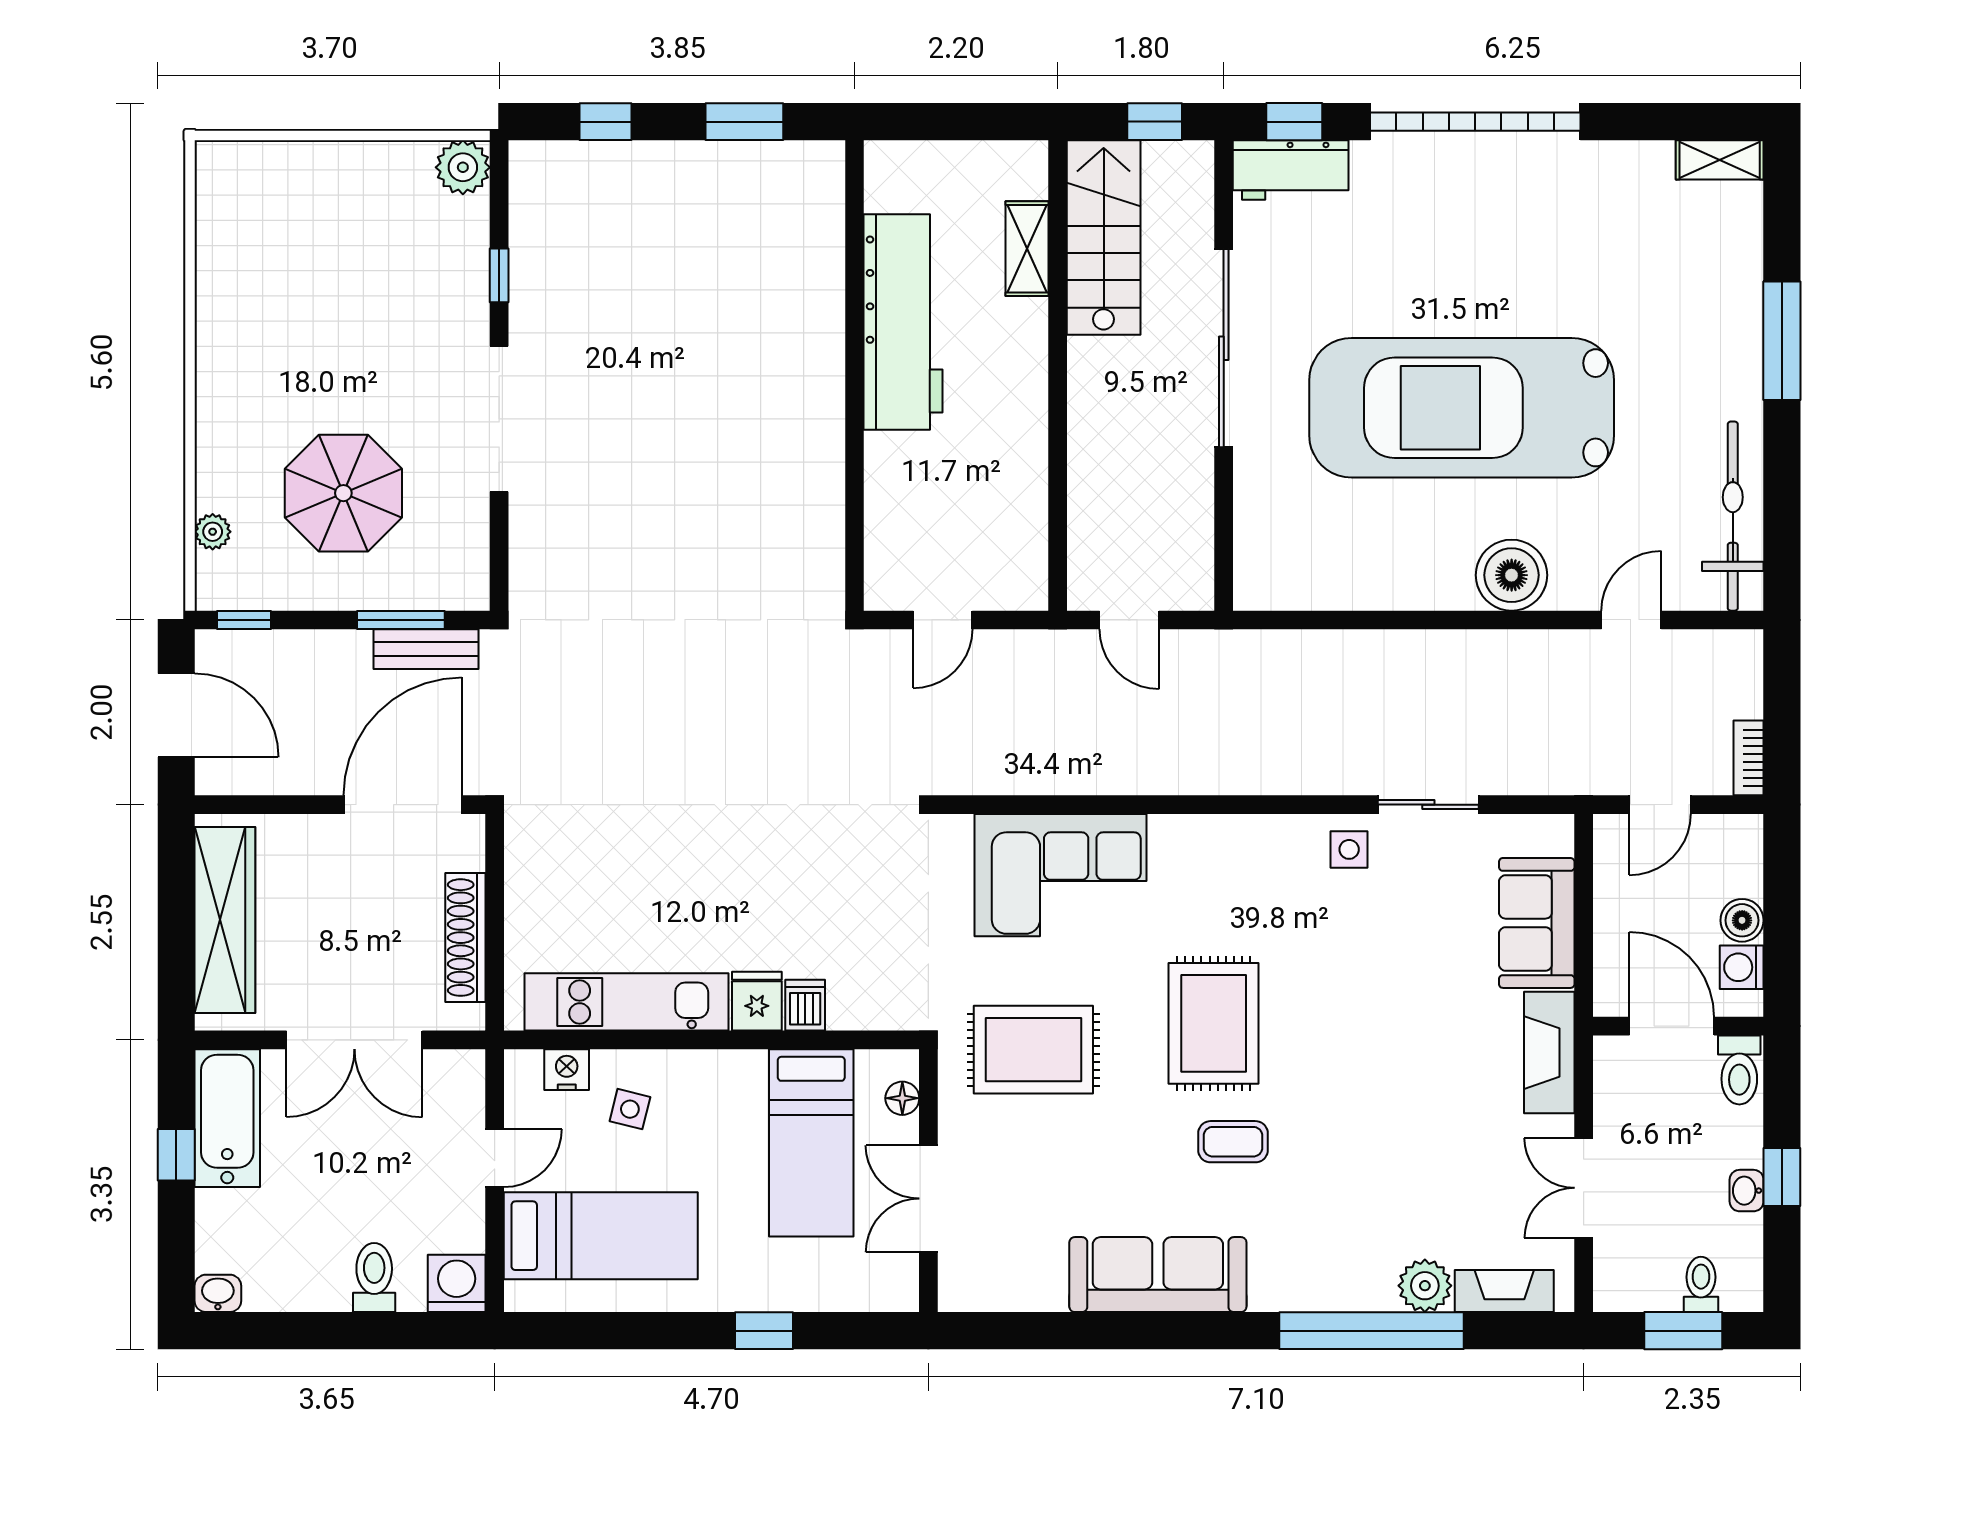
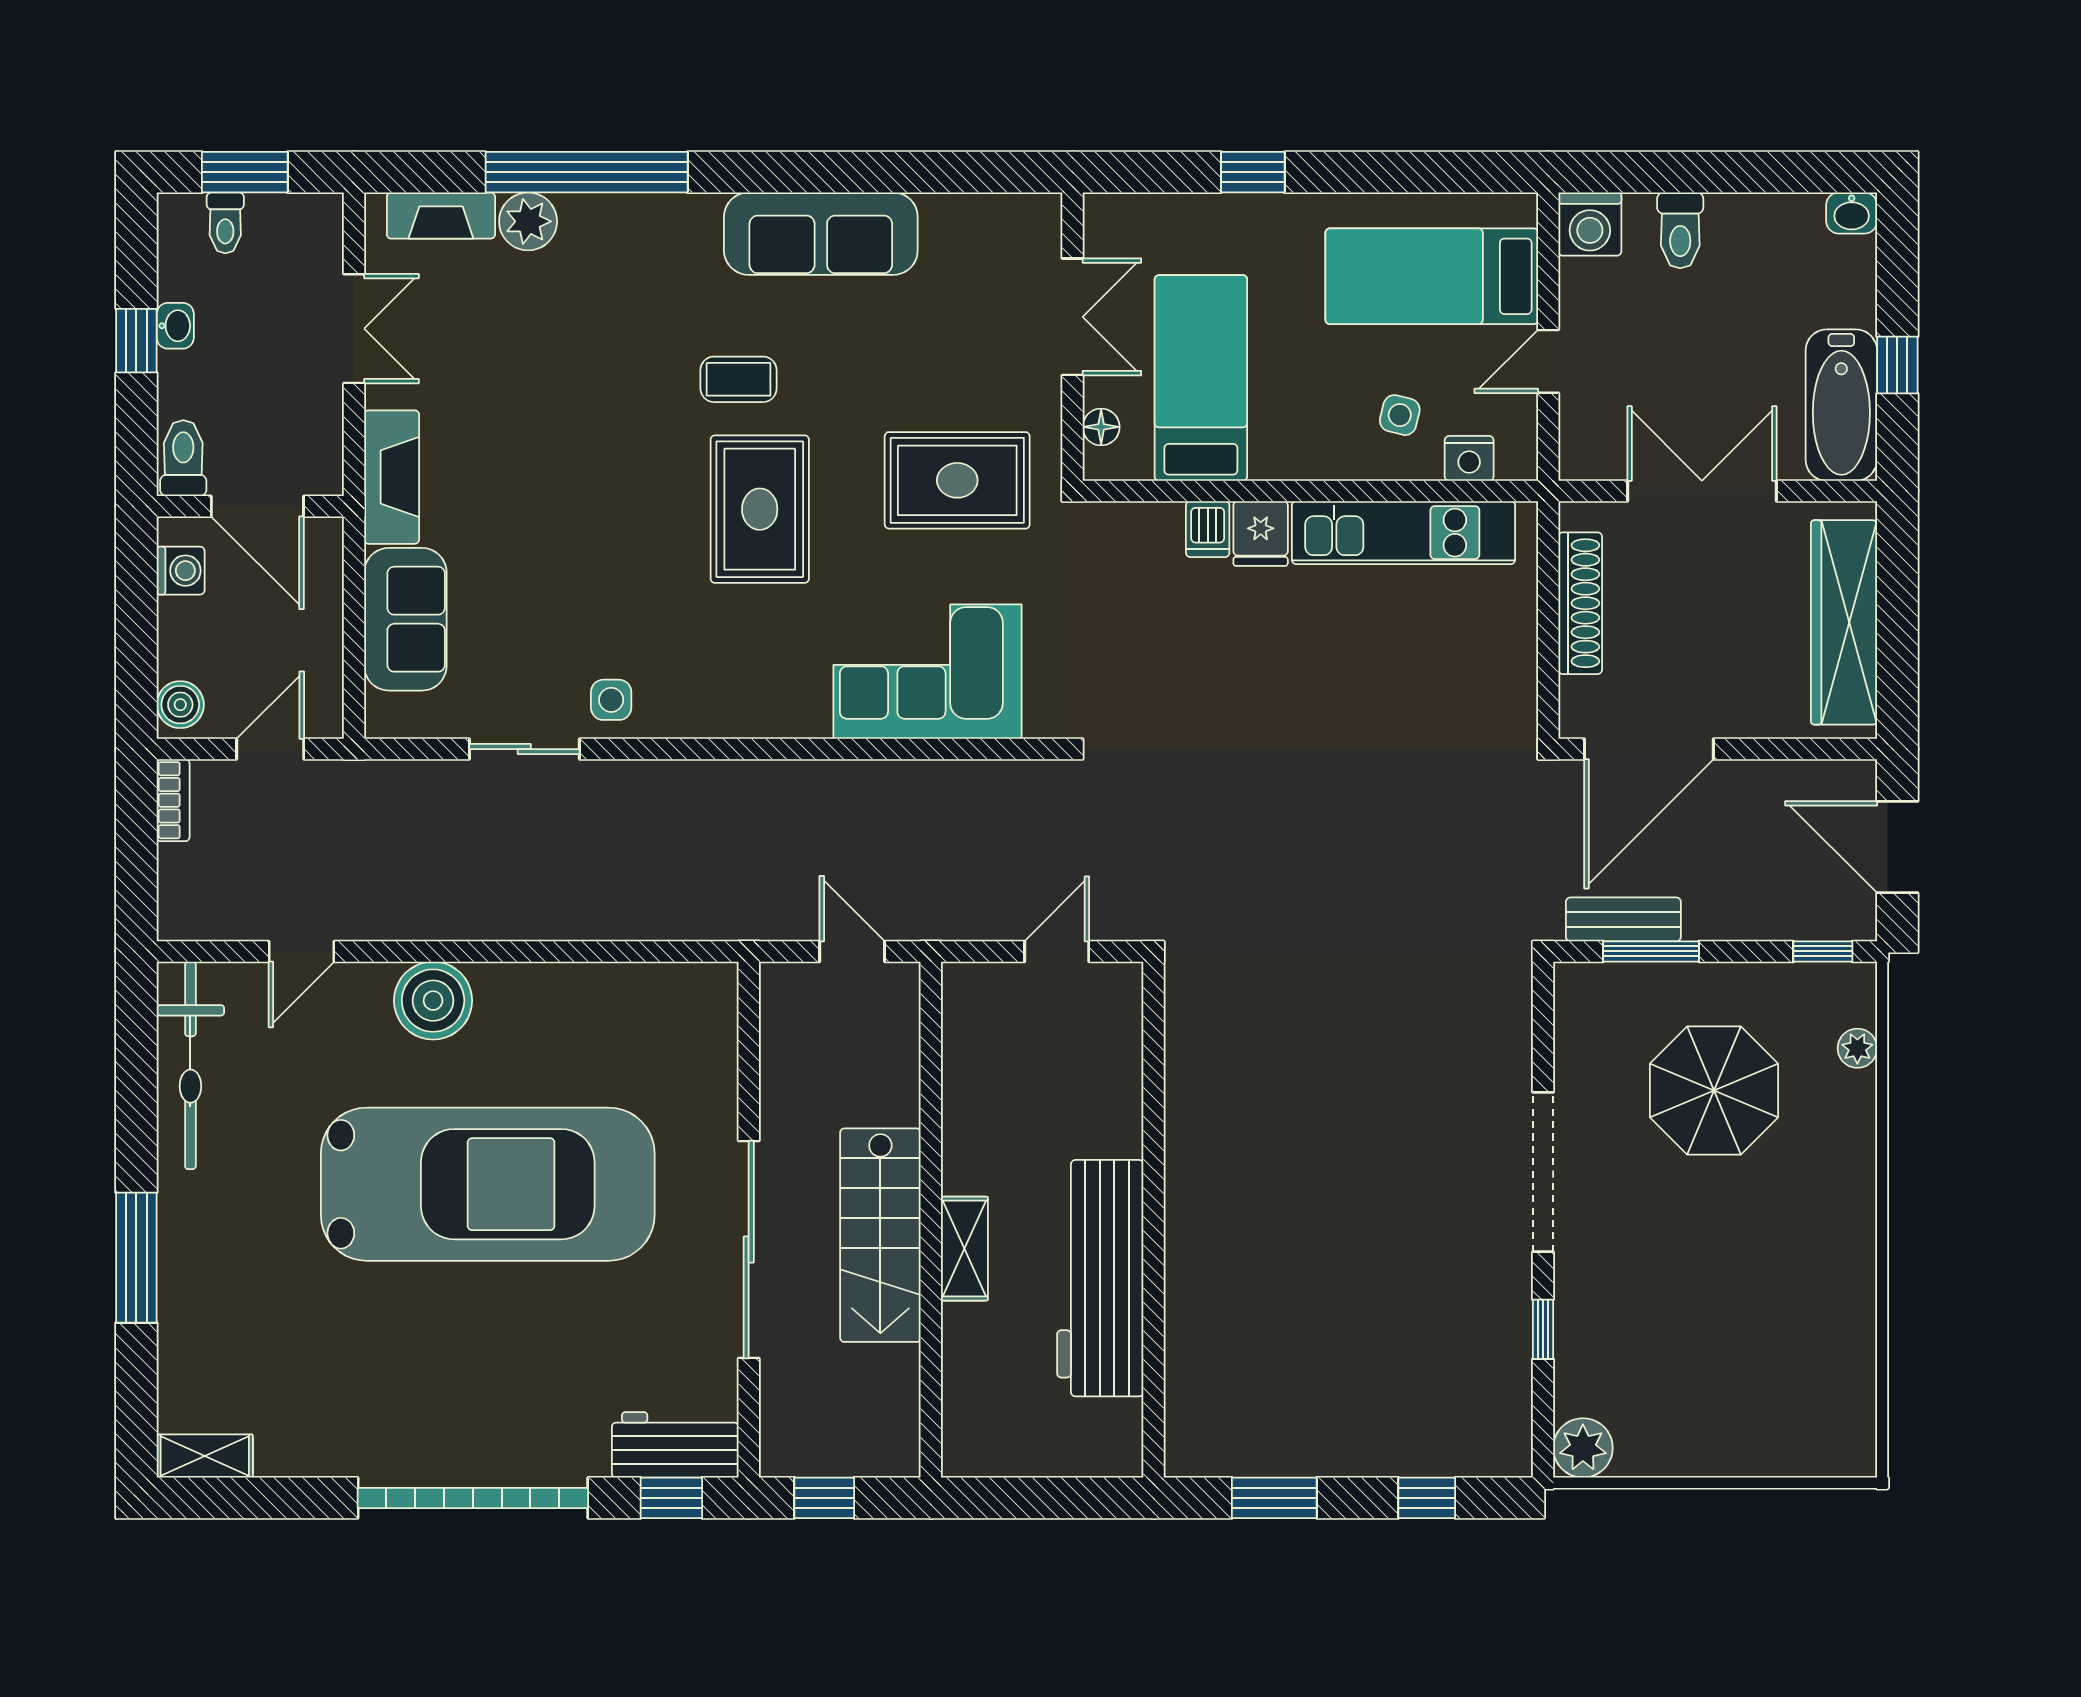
stairs: (1104, 238) -> (880, 1235), moved
shelving: (1027, 249) -> (964, 1249), moved
boiler: (1742, 920) -> (180, 705), moved

